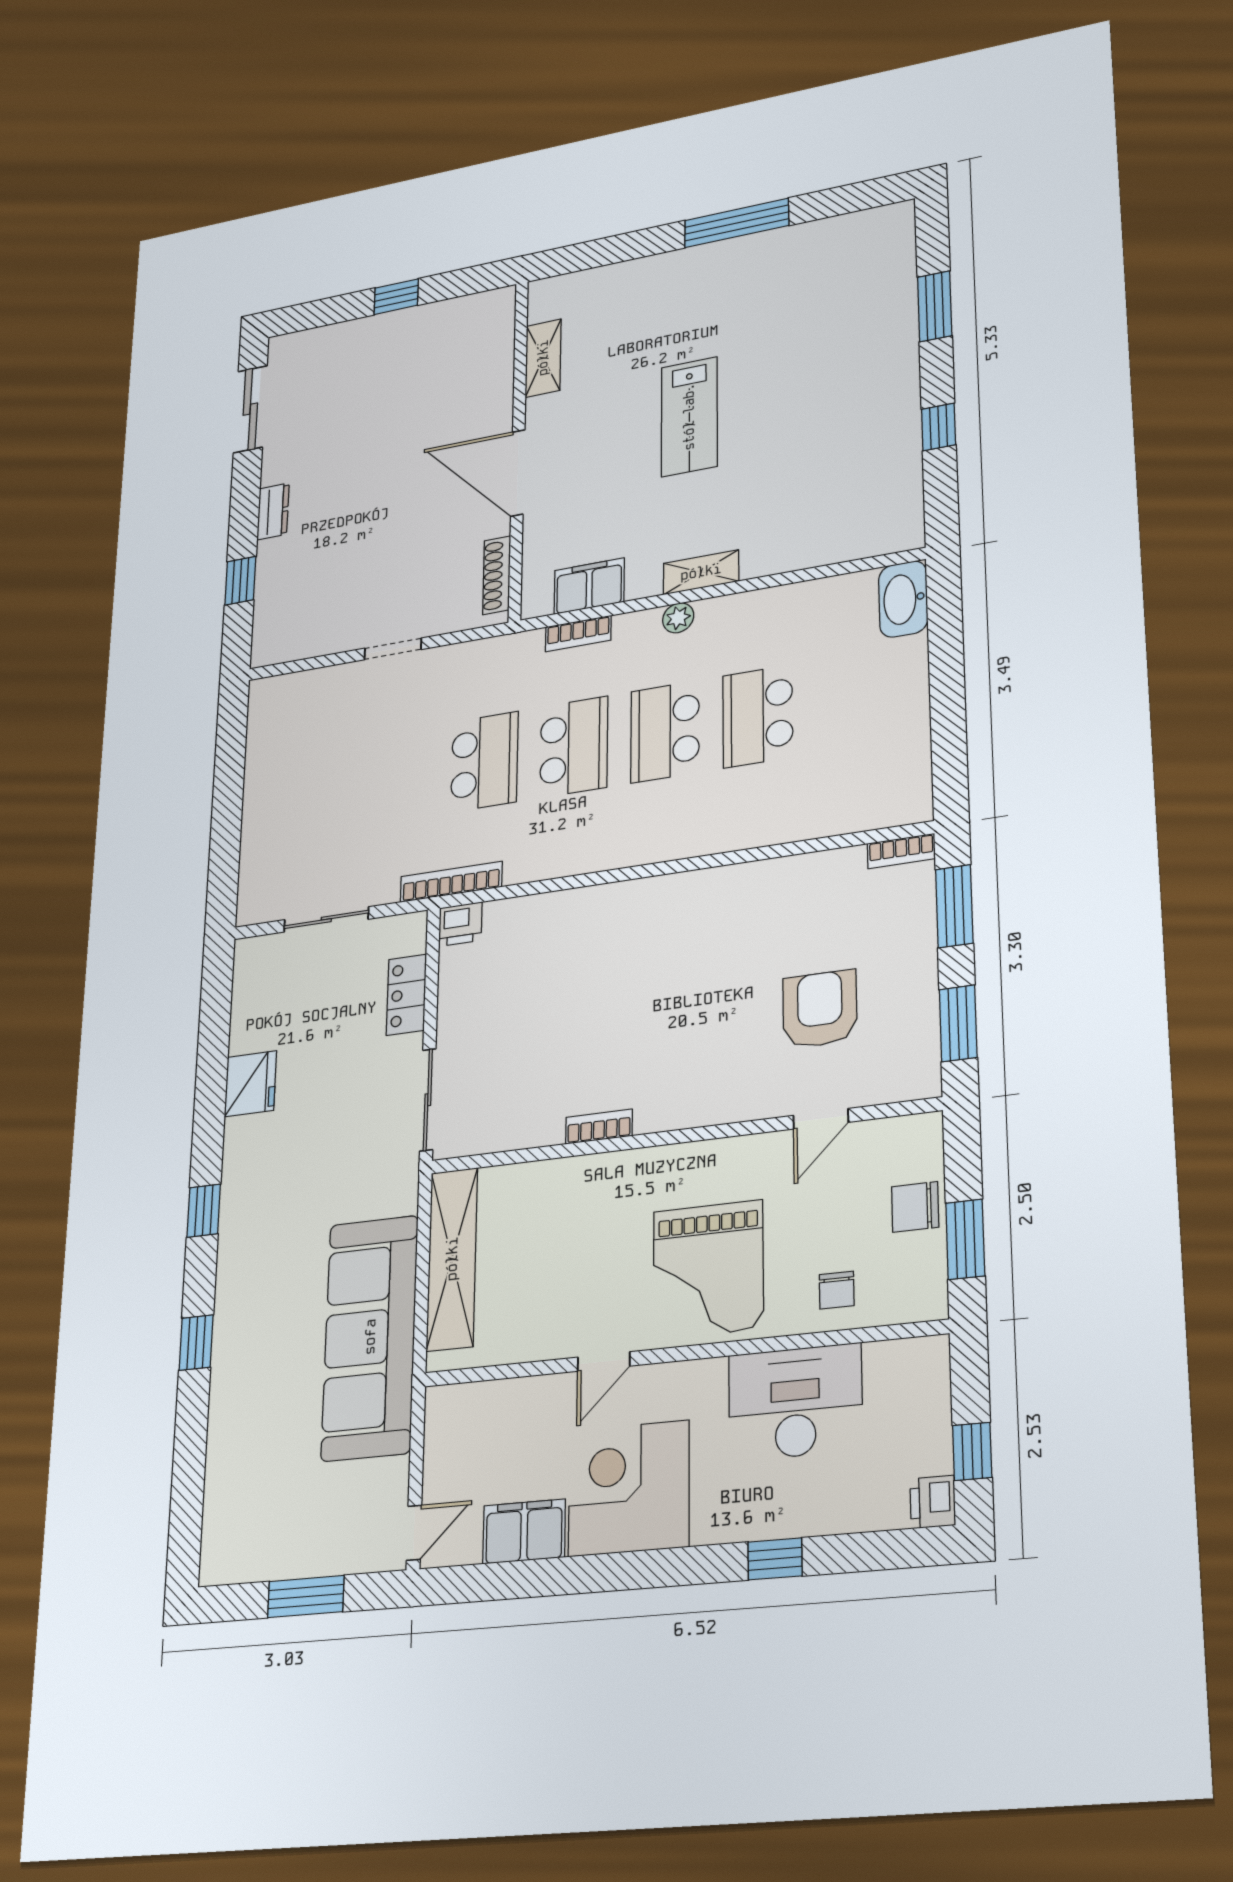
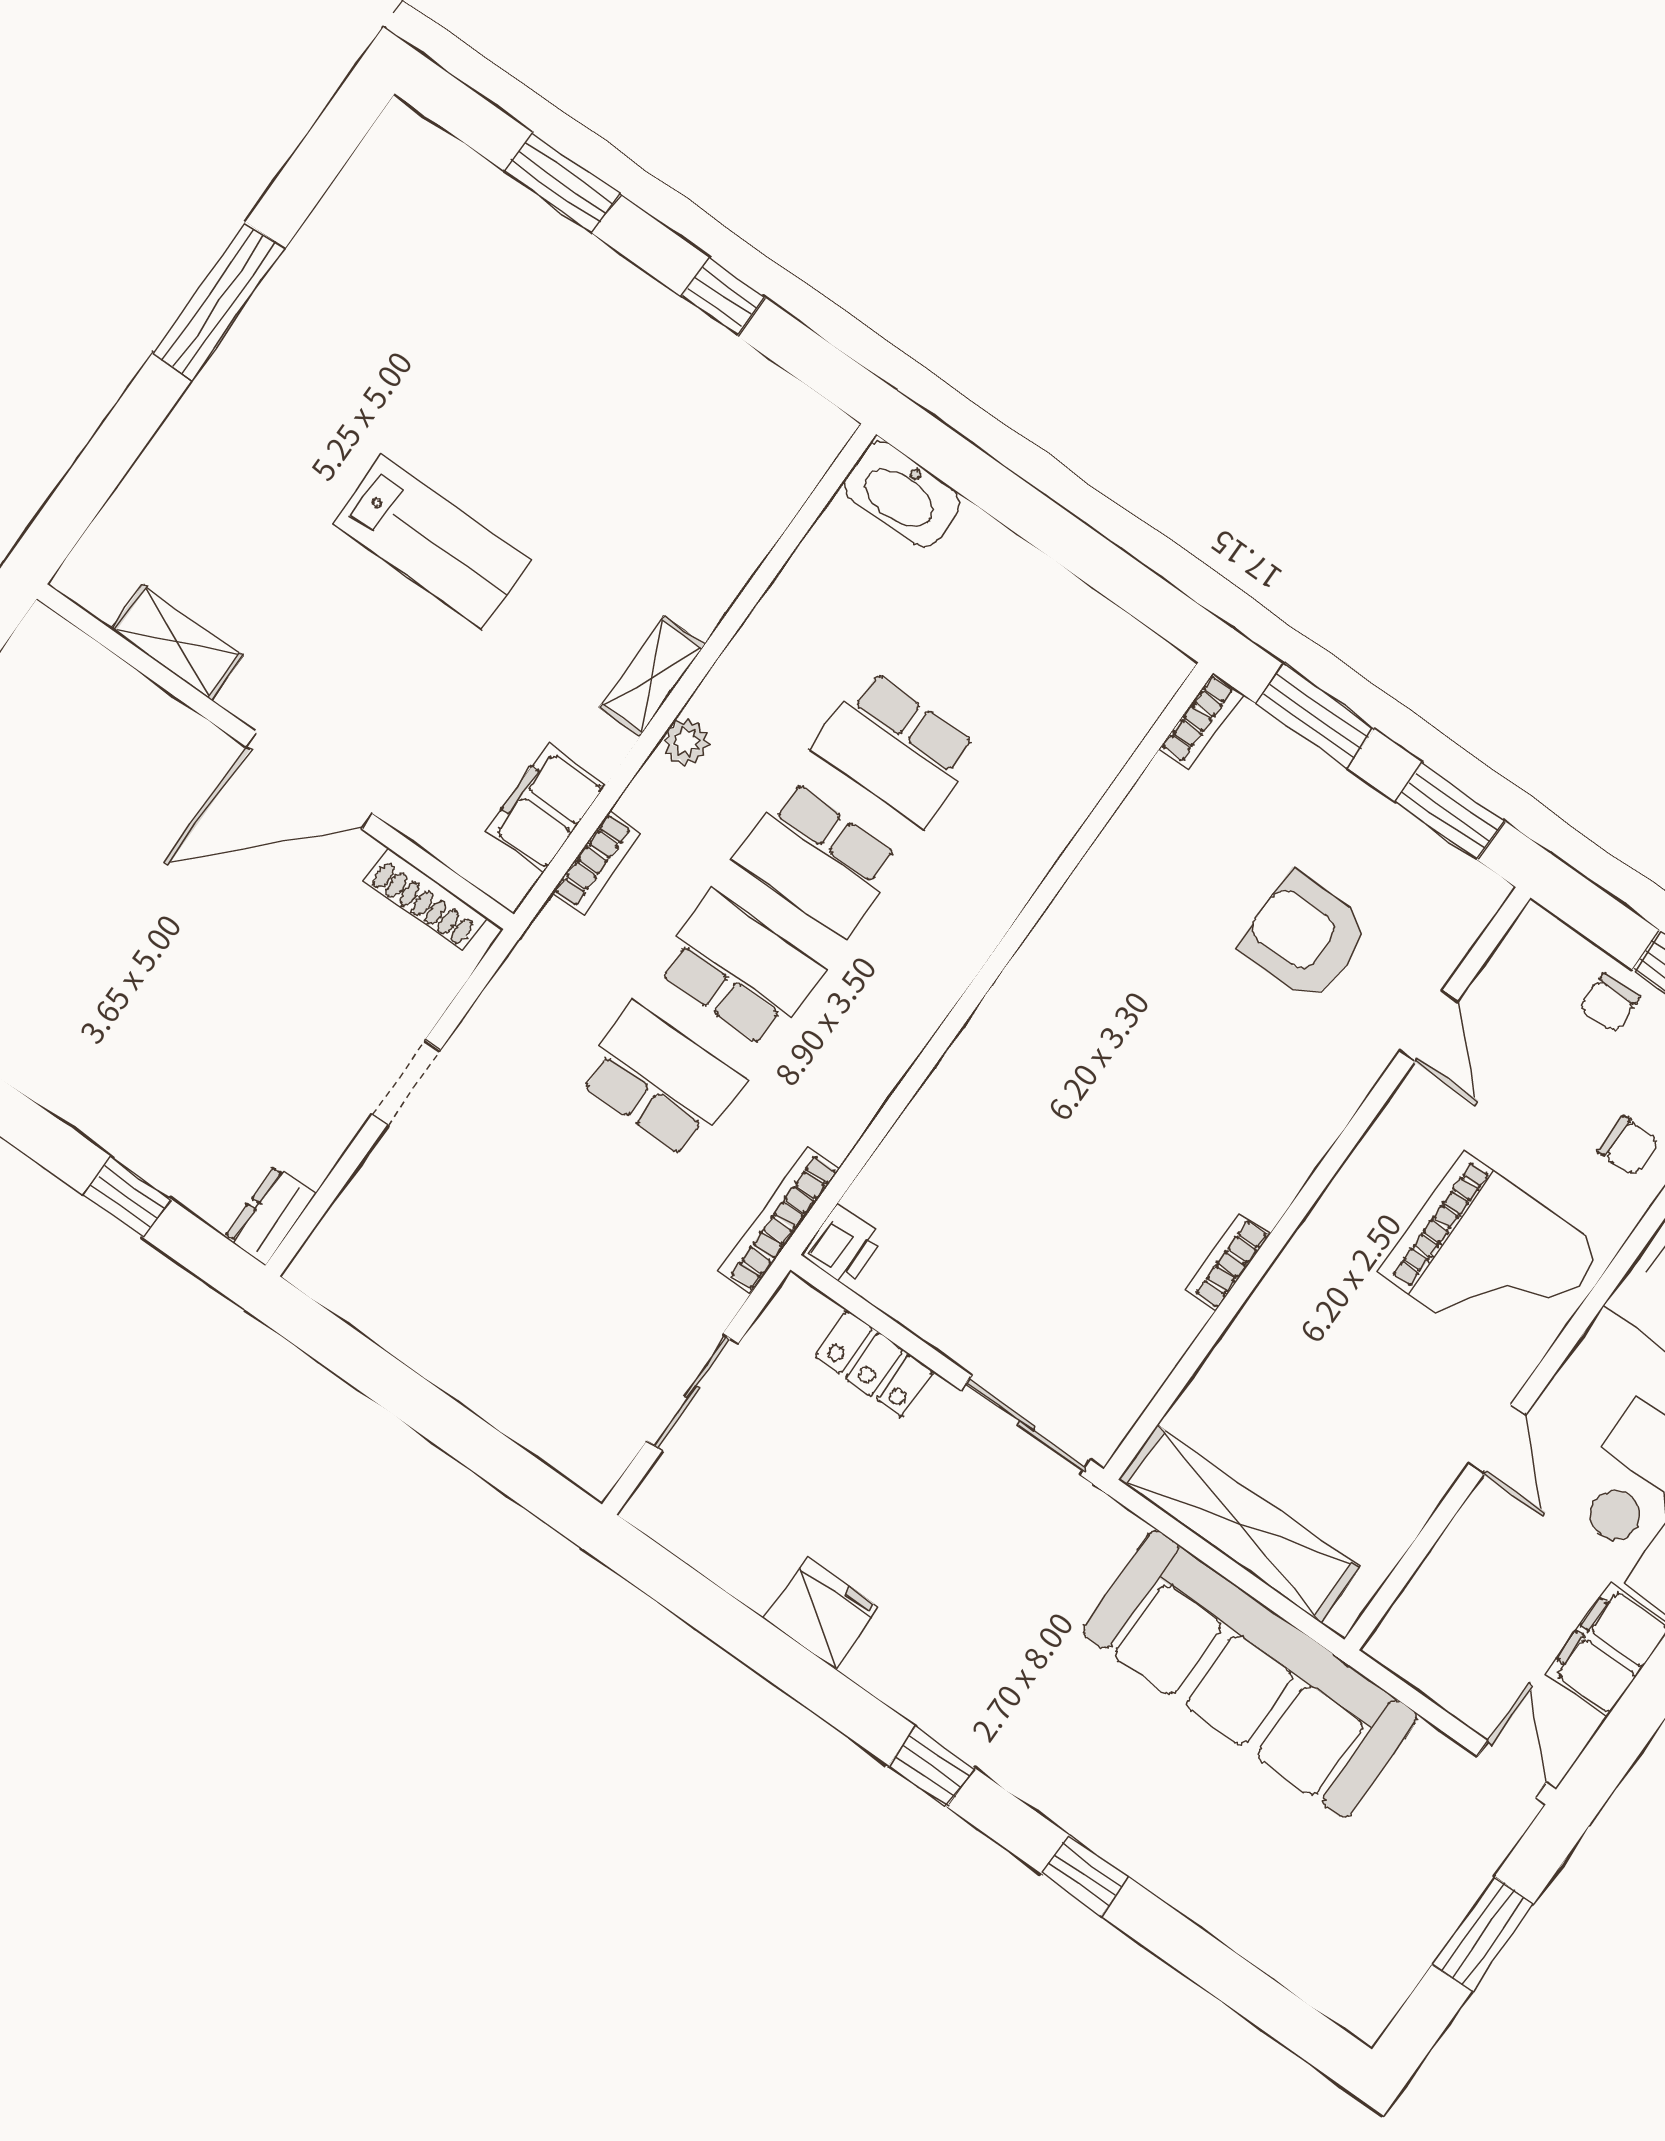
dresser: (273, 511) -> (270, 1216), moved, turned -90
chair: (915, 1207) -> (1609, 1003), width x0.73, depth x0.73

